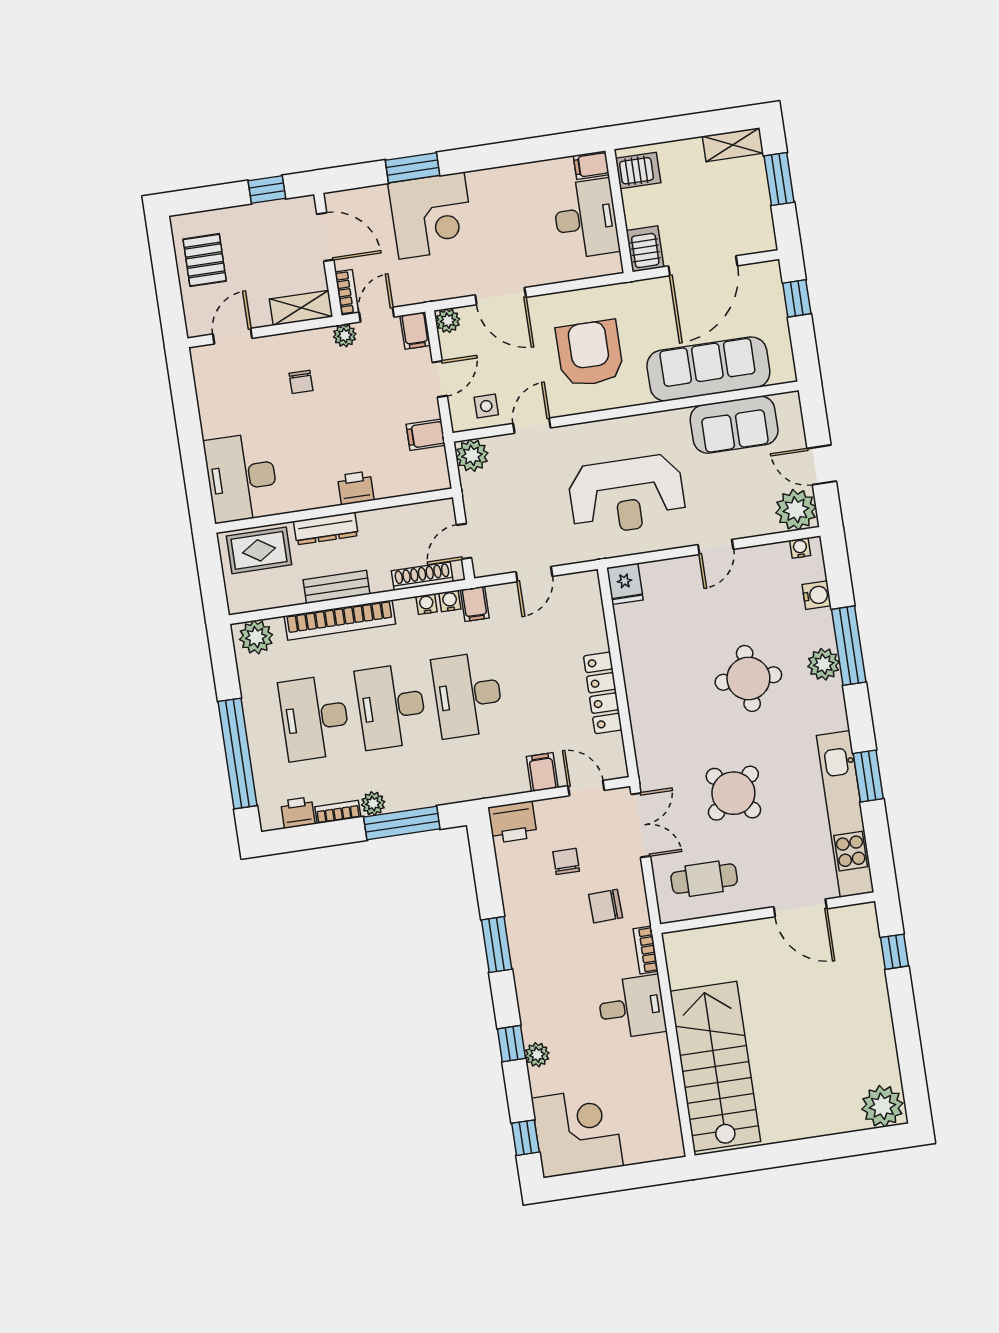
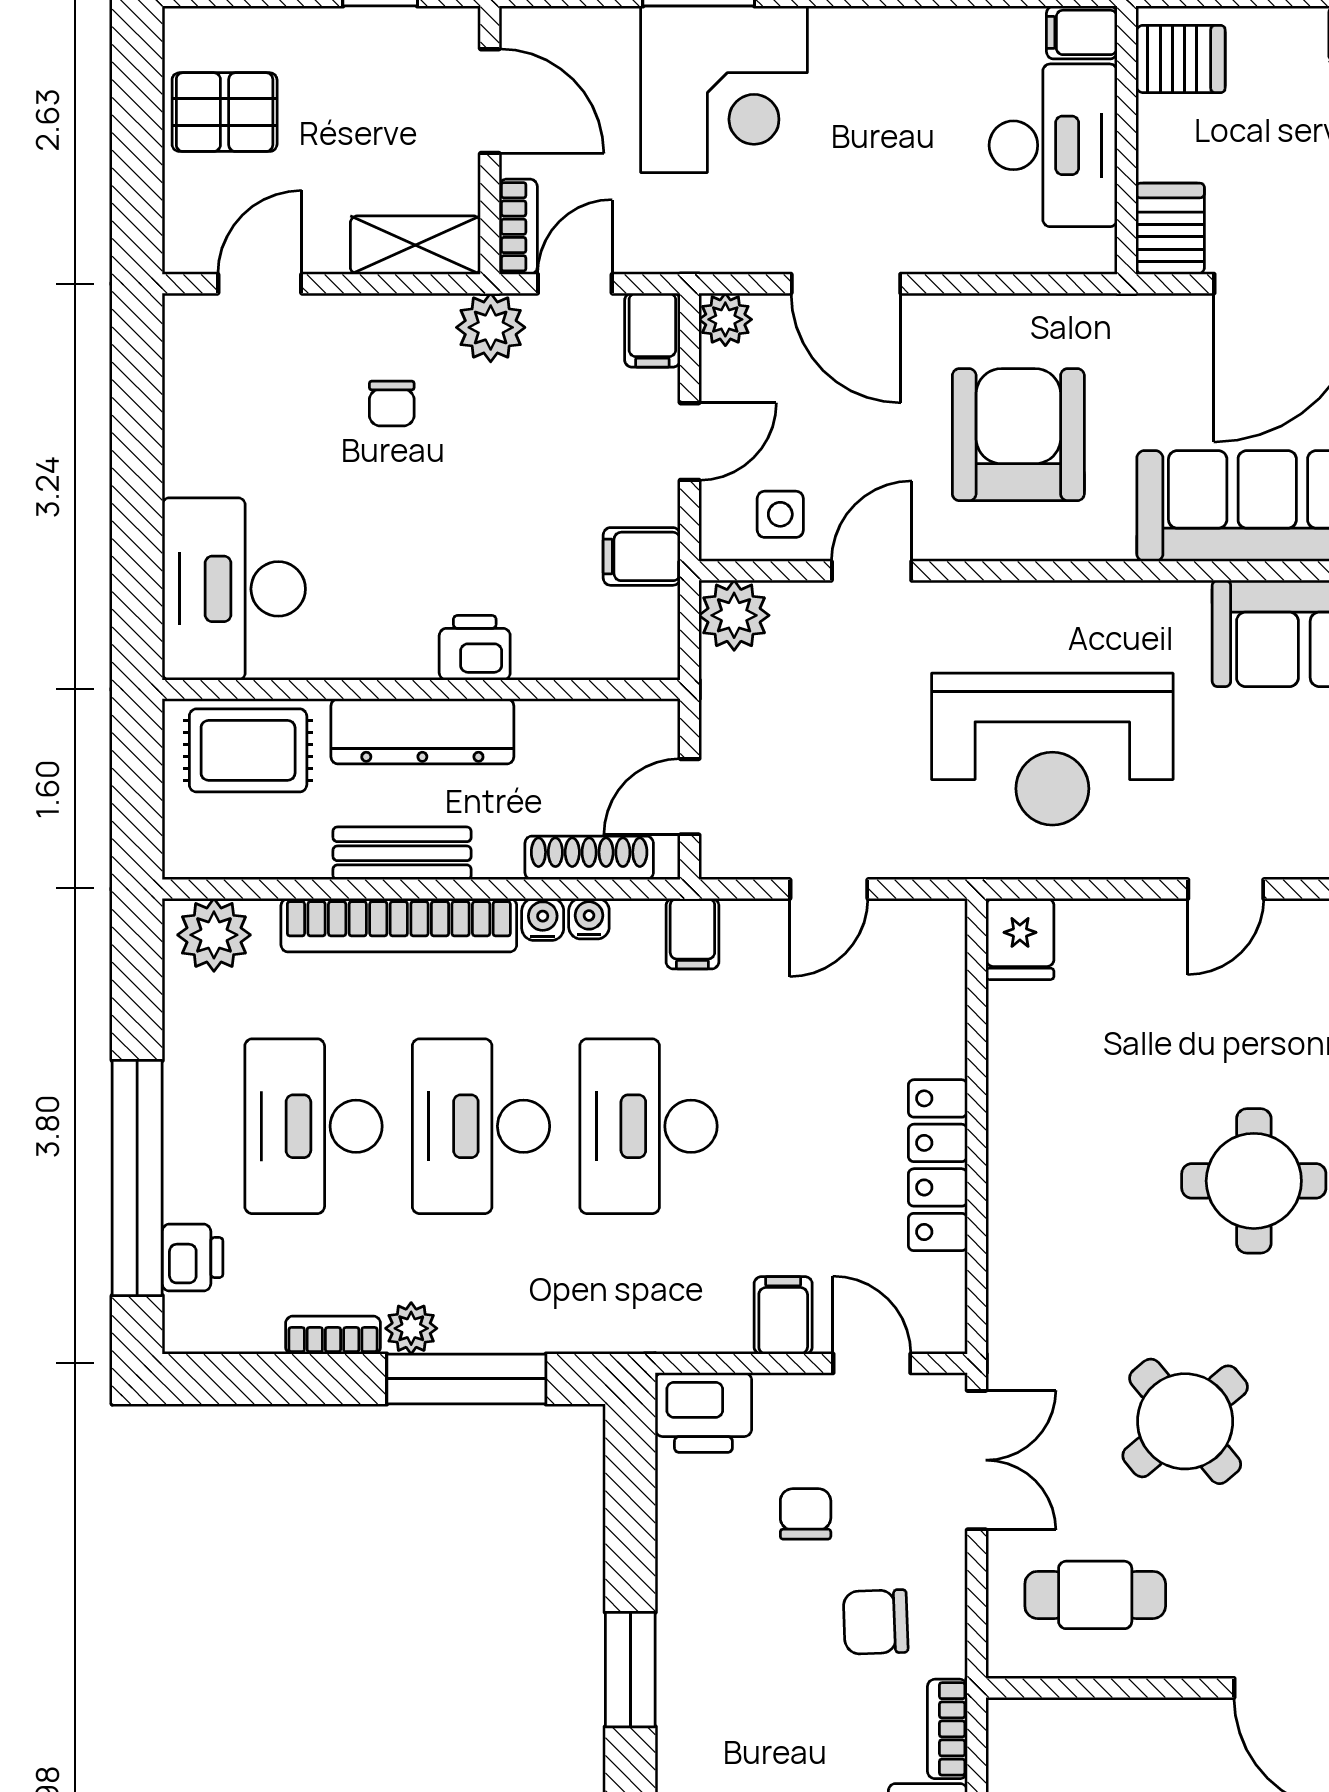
pallet: (205, 260) -> (225, 112), turned 90
plant: (345, 335) -> (491, 327), width x1.38, depth x1.38
dresser: (326, 528) -> (422, 731), width x1.37, depth x1.24
water cooler: (450, 601) -> (543, 919), moved
printer: (298, 813) -> (193, 1258), moved, turned 90

